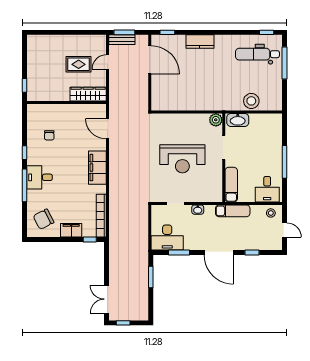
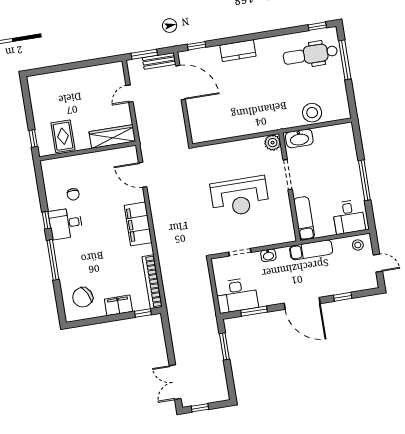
bench: (122, 40) -> (159, 61), moved
rug: (79, 64) -> (63, 136), moved, turned 90
desk: (39, 177) -> (66, 223), moved

